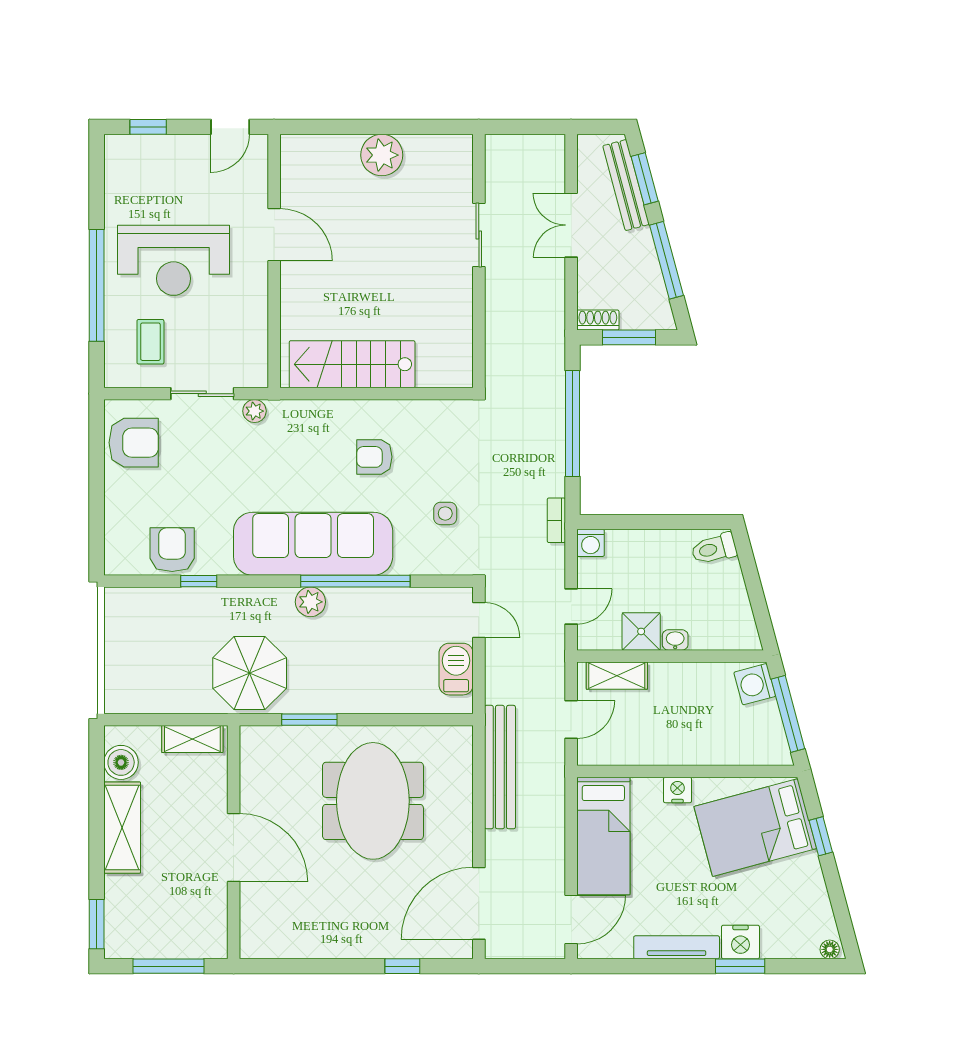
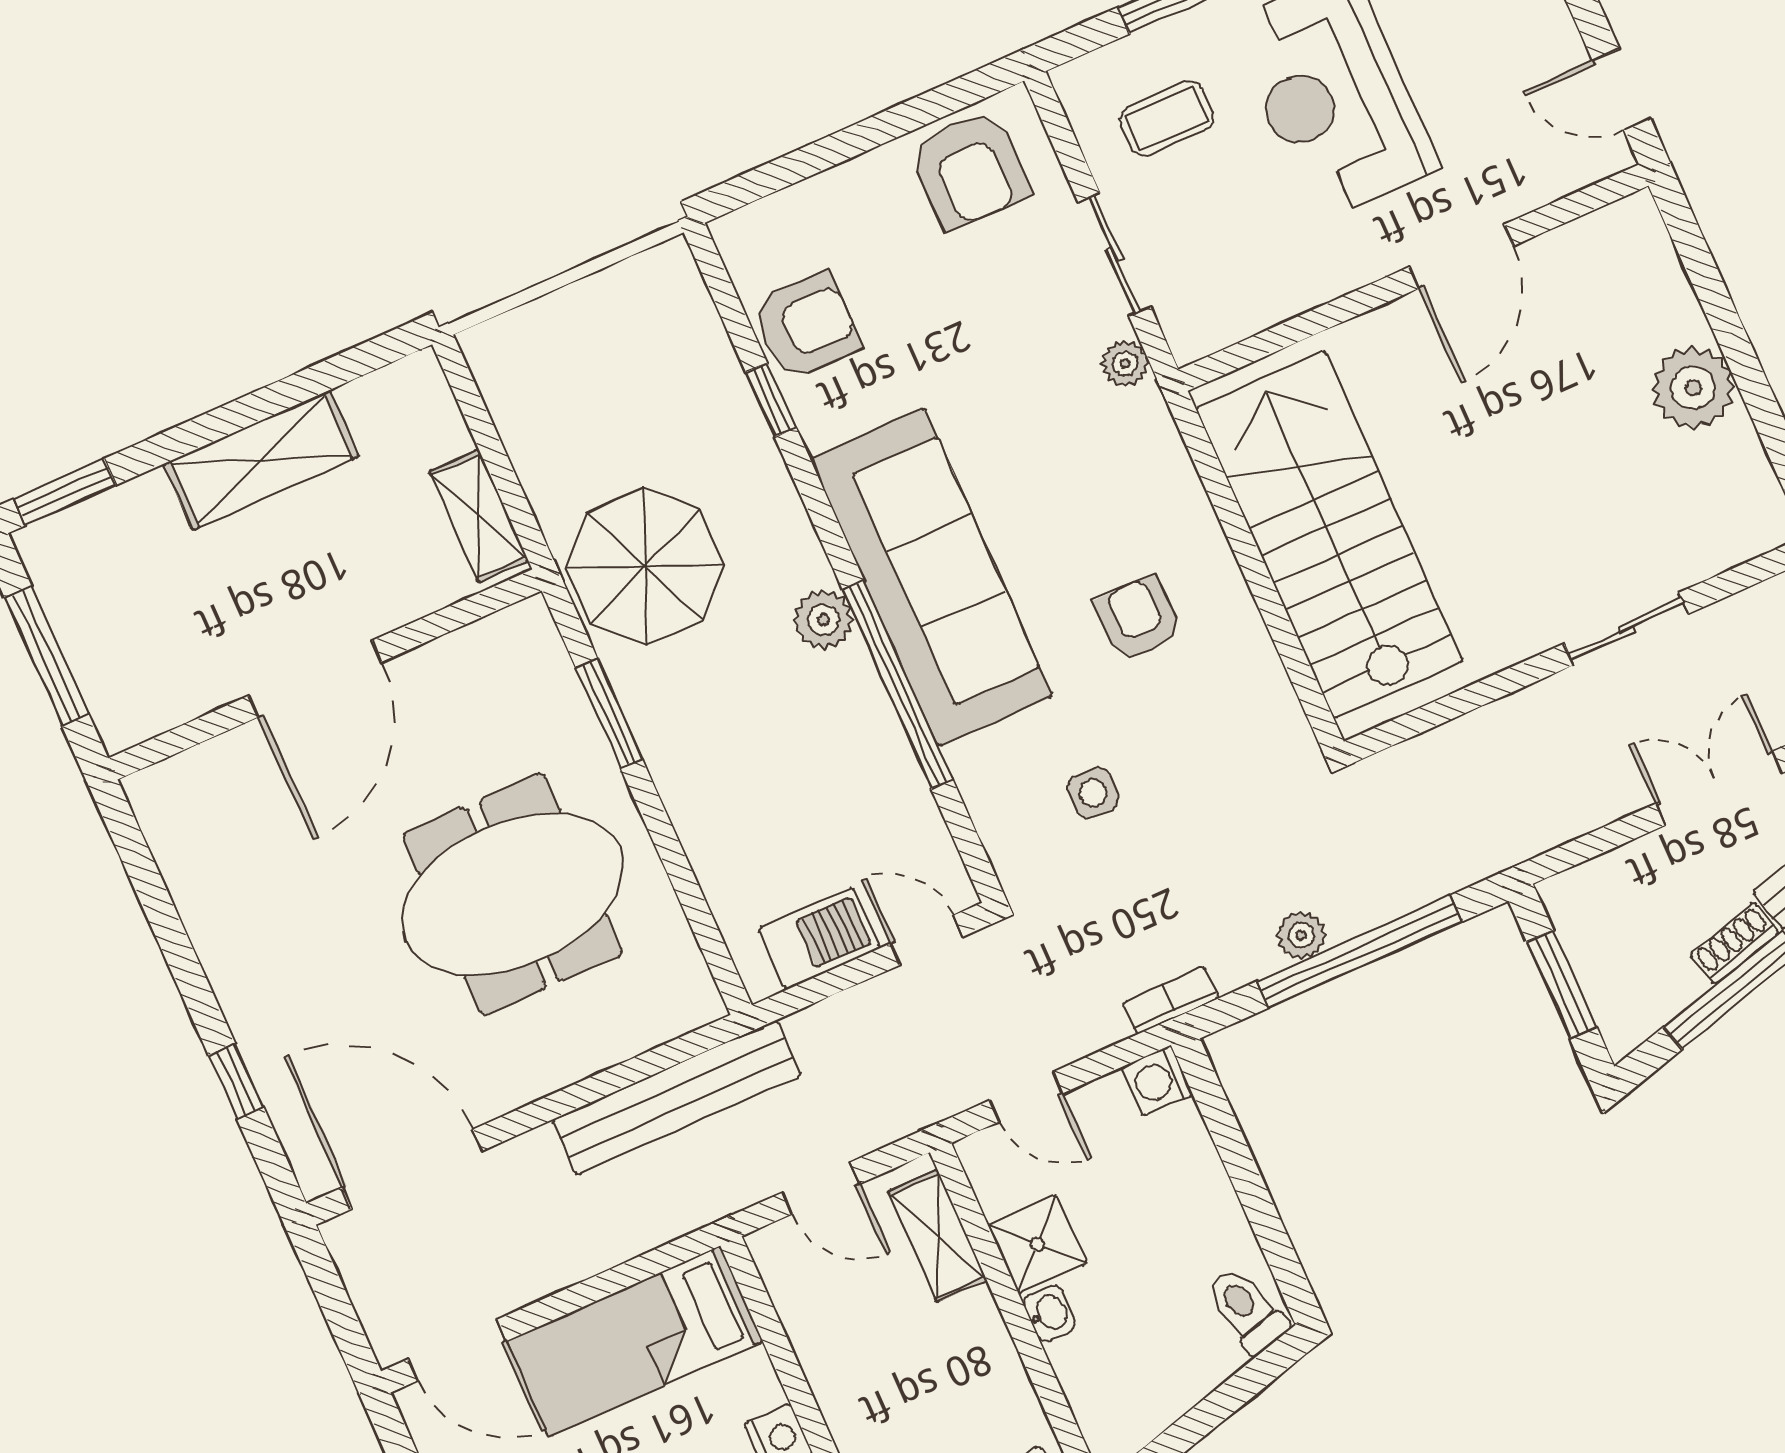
shoe rack: (598, 320) -> (1734, 944), moved, turned -105
stairs: (352, 364) -> (1329, 535), width x1.36, depth x1.51
plant: (553, 447) -> (1301, 935), added
door: (479, 620) -> (927, 940), swing flipped
boiler: (121, 762) -> (379, 405), removed

